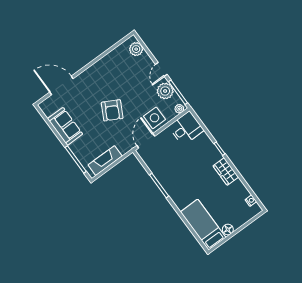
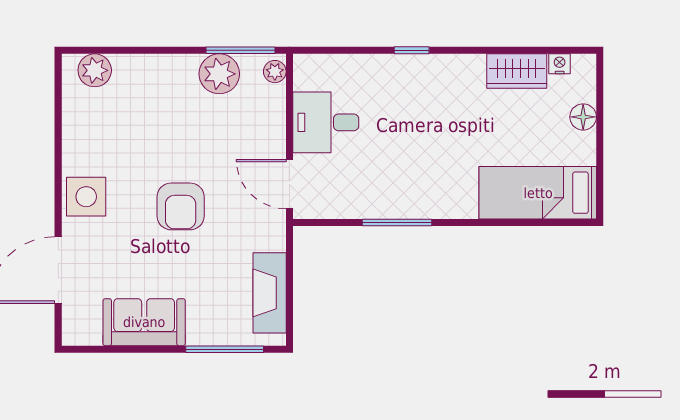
door: (161, 69) -> (171, 50), removed
armchair: (112, 110) -> (181, 206), turned 62
side table: (154, 118) -> (86, 197), moved
desk: (186, 128) -> (326, 122), moved, turned -90
wardrobe: (226, 172) -> (517, 71), moved
floor lamp: (228, 230) -> (583, 117), moved

